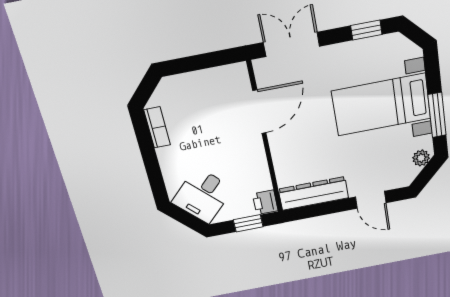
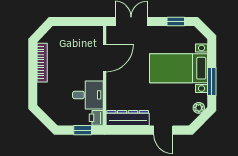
bookcase: (157, 127) -> (42, 63), width x1.56
desk: (203, 195) -> (88, 95), moved, turned -135

